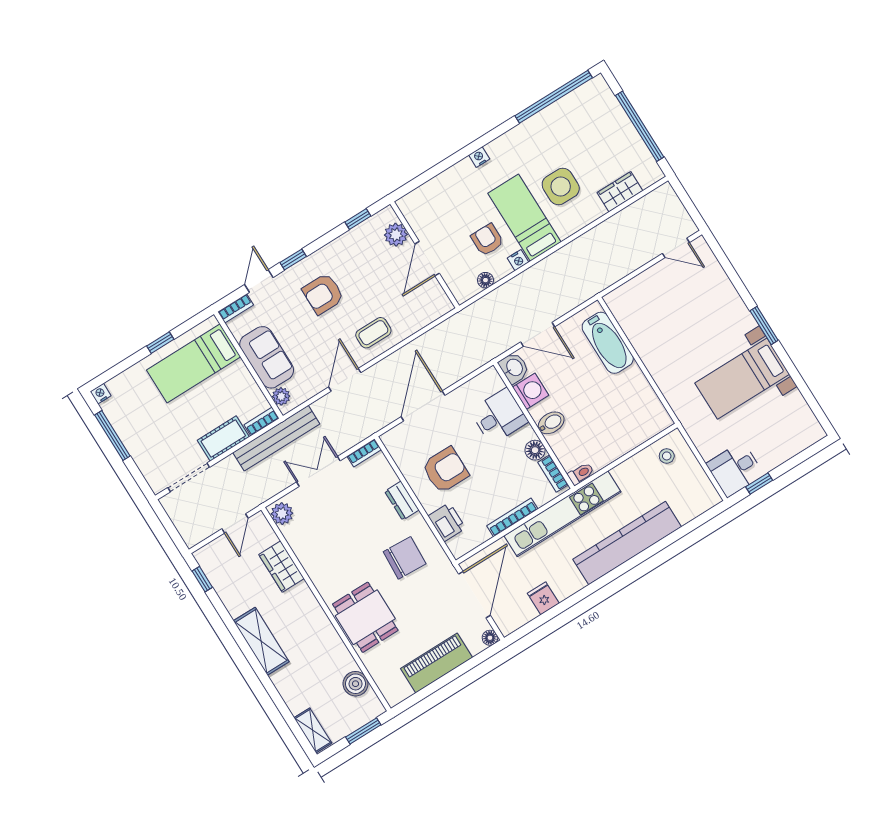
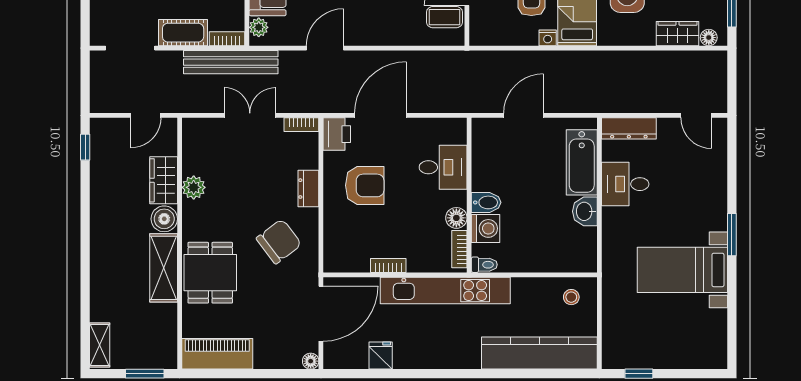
floor lamp: (485, 280) -> (709, 38), moved
dresser: (628, 292) -> (629, 128), added
coffee table: (373, 333) -> (444, 17), moved
door: (538, 334) -> (524, 115), swing flipped
washbasin: (514, 368) -> (585, 211), moved, turned 180
washing machine: (531, 391) -> (485, 228), moved
desk: (735, 469) -> (625, 184), moved
plant: (282, 514) -> (194, 187), moved
bookcase: (512, 517) -> (388, 266), width x0.64
printer: (447, 522) -> (337, 134), moved
kitchen counter: (627, 543) -> (539, 353), moved
chair: (405, 558) -> (279, 241), turned -40
shelving: (261, 641) -> (164, 268), moved
piano: (437, 663) -> (217, 354), moved
boiler: (356, 684) -> (164, 219), moved

